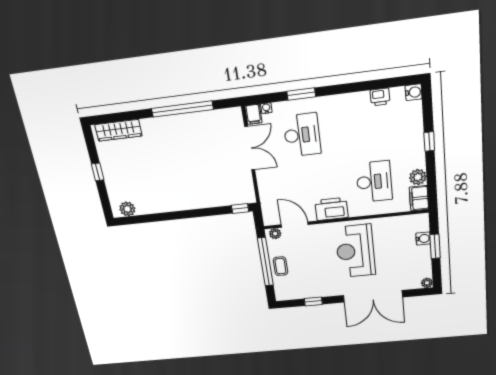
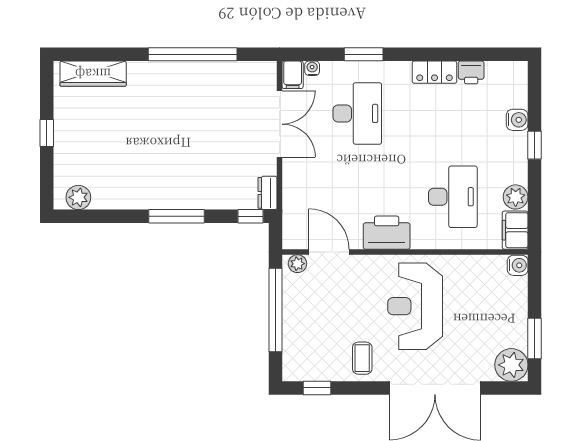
water cooler: (414, 92) -> (517, 120), moved
locker: (353, 100) -> (435, 72), added
dresser: (249, 193) -> (267, 193), added
window: (192, 214) -> (176, 216), added
water cooler: (423, 239) -> (518, 265), moved
window: (435, 246) -> (534, 338), moved
coffee table: (280, 266) -> (362, 358), moved
plant: (427, 283) -> (511, 365), width x1.88, depth x1.88
window: (313, 301) -> (317, 388), moved

